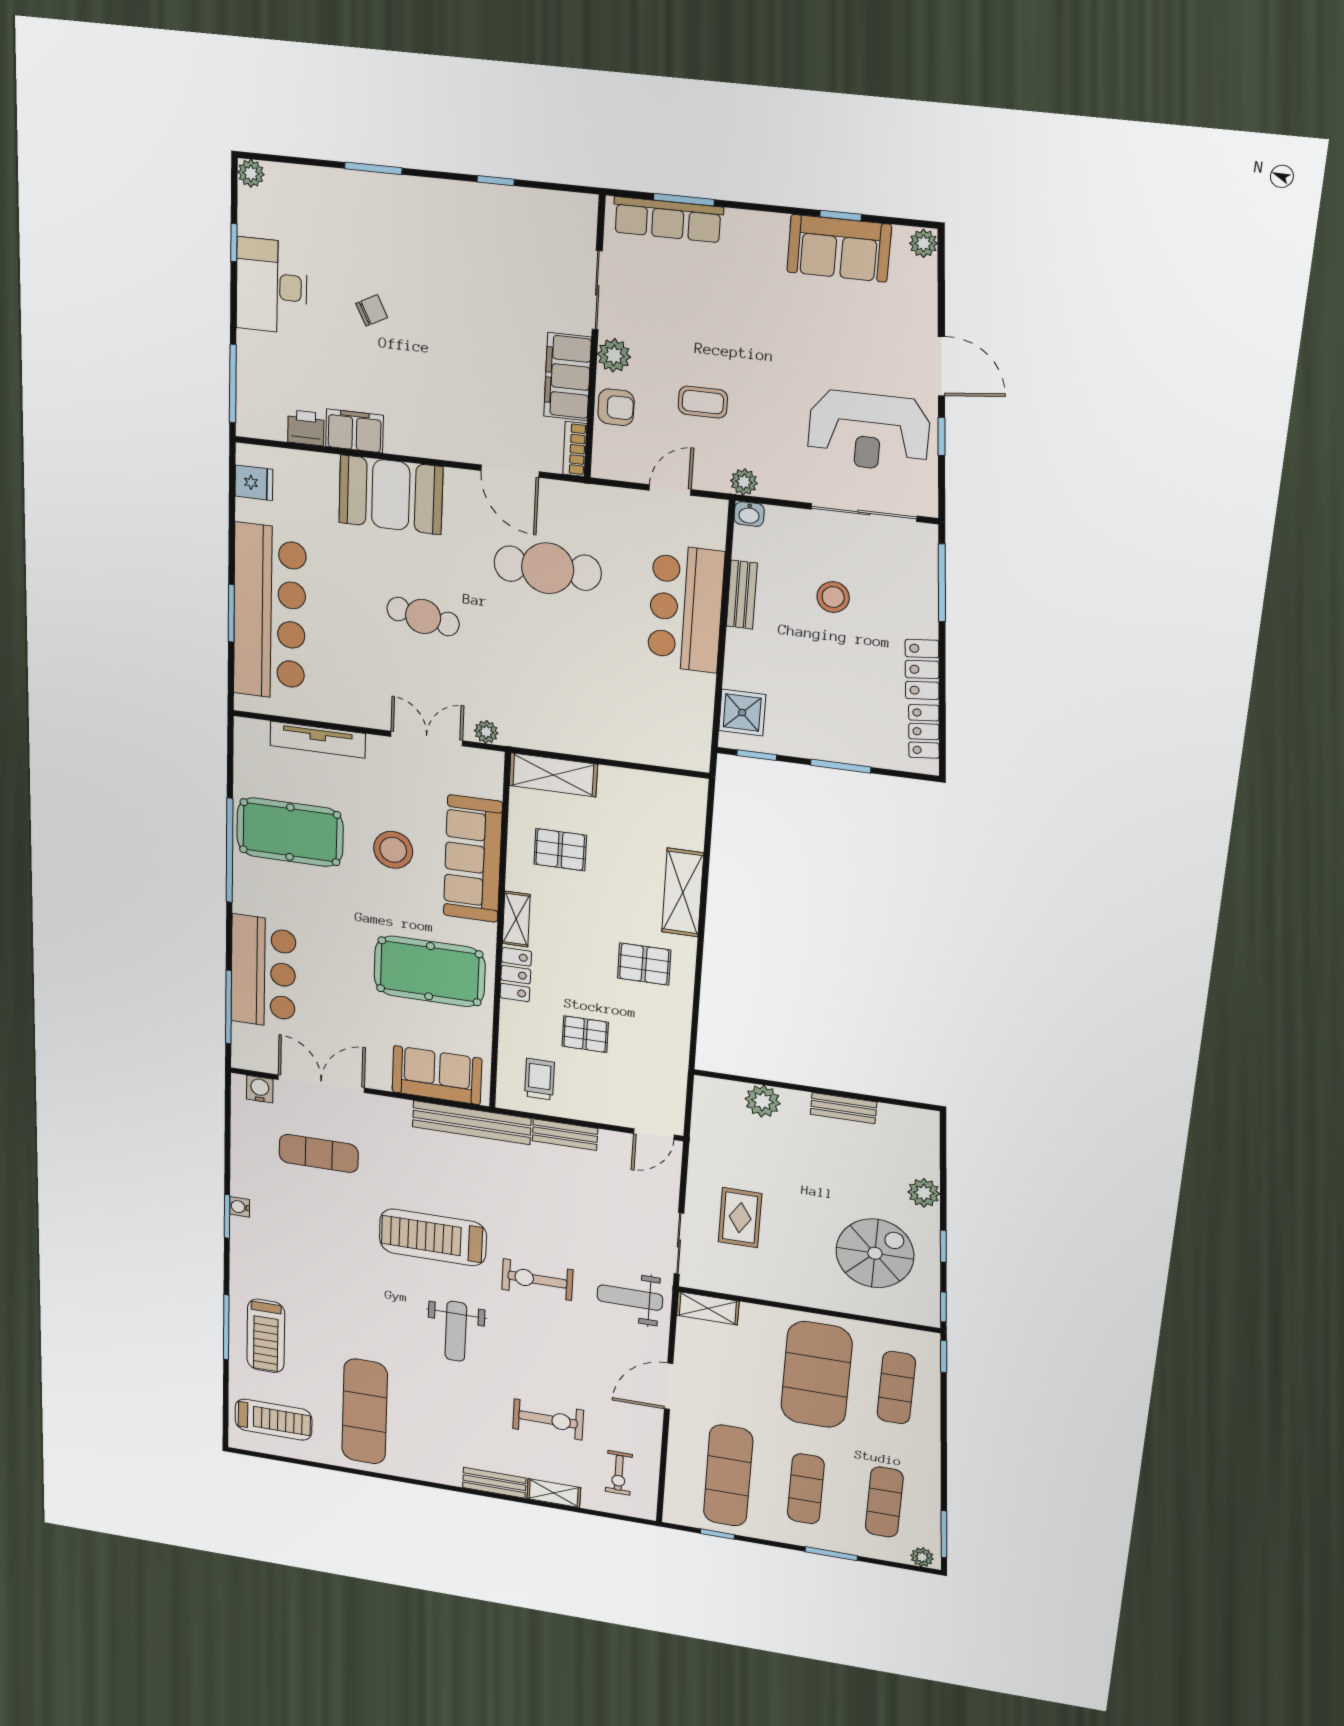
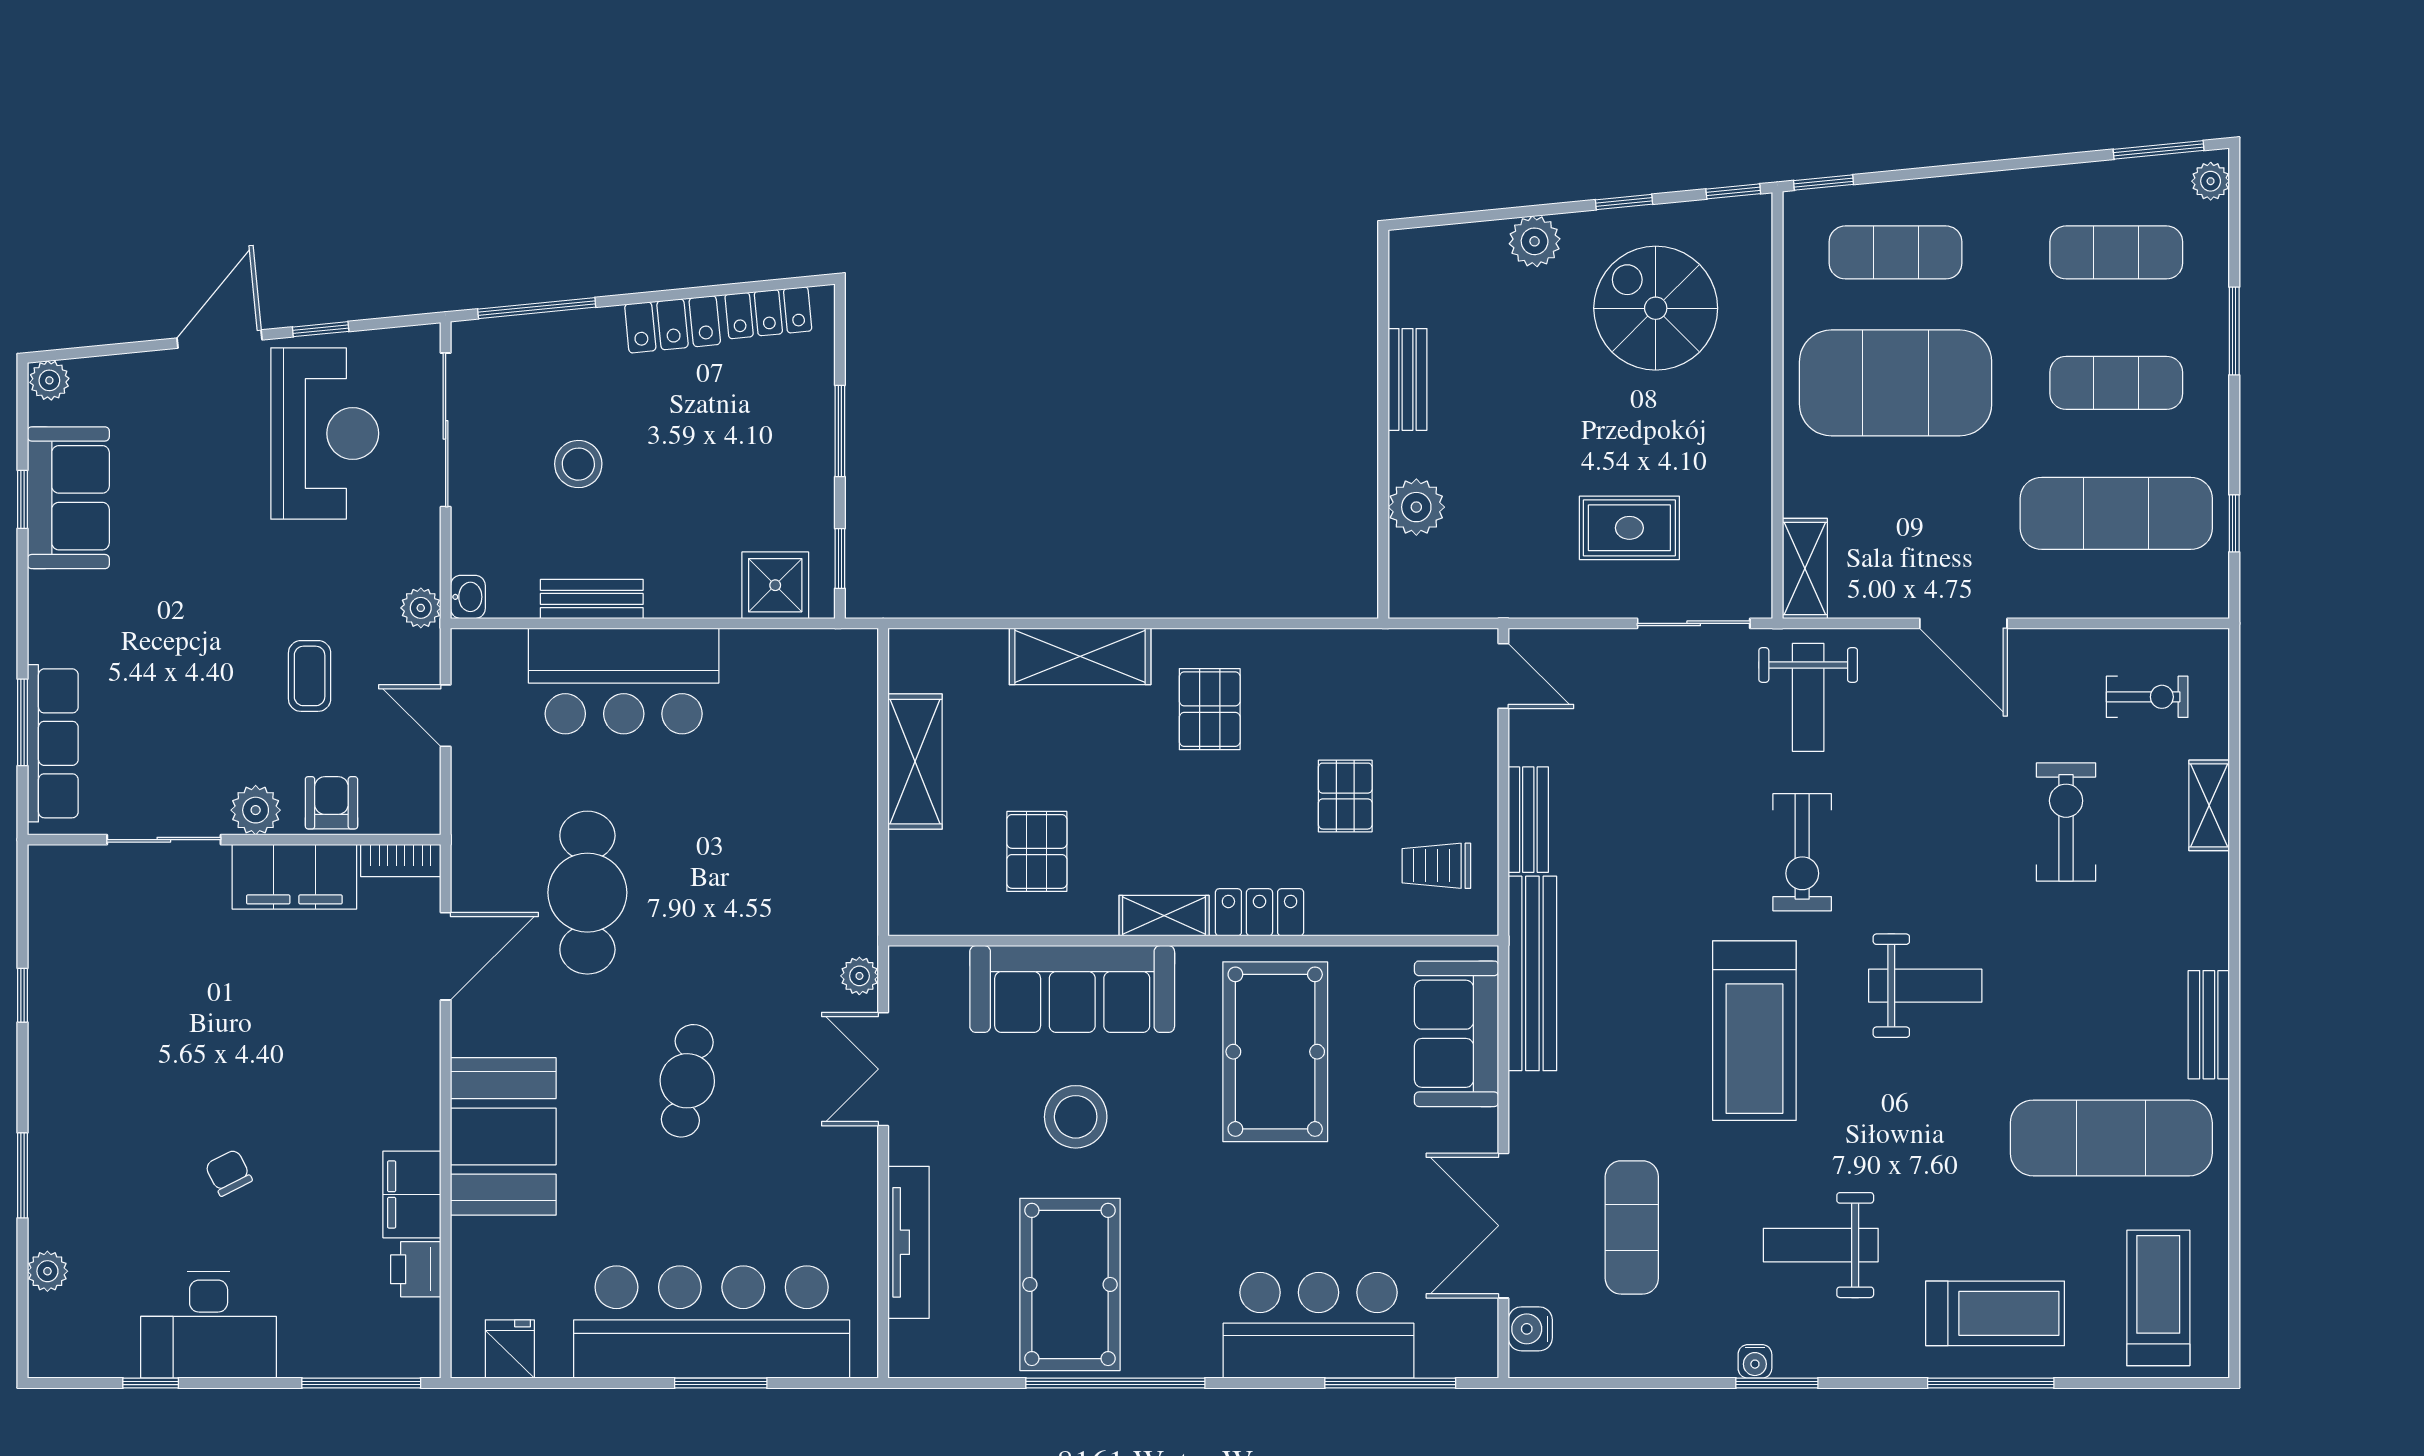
plant: (251, 173) -> (47, 1271), moved
shelving: (553, 775) -> (915, 762), moved
weight bench: (306, 1252) -> (1821, 1245), added
bench: (494, 1483) -> (2209, 1025), moved

